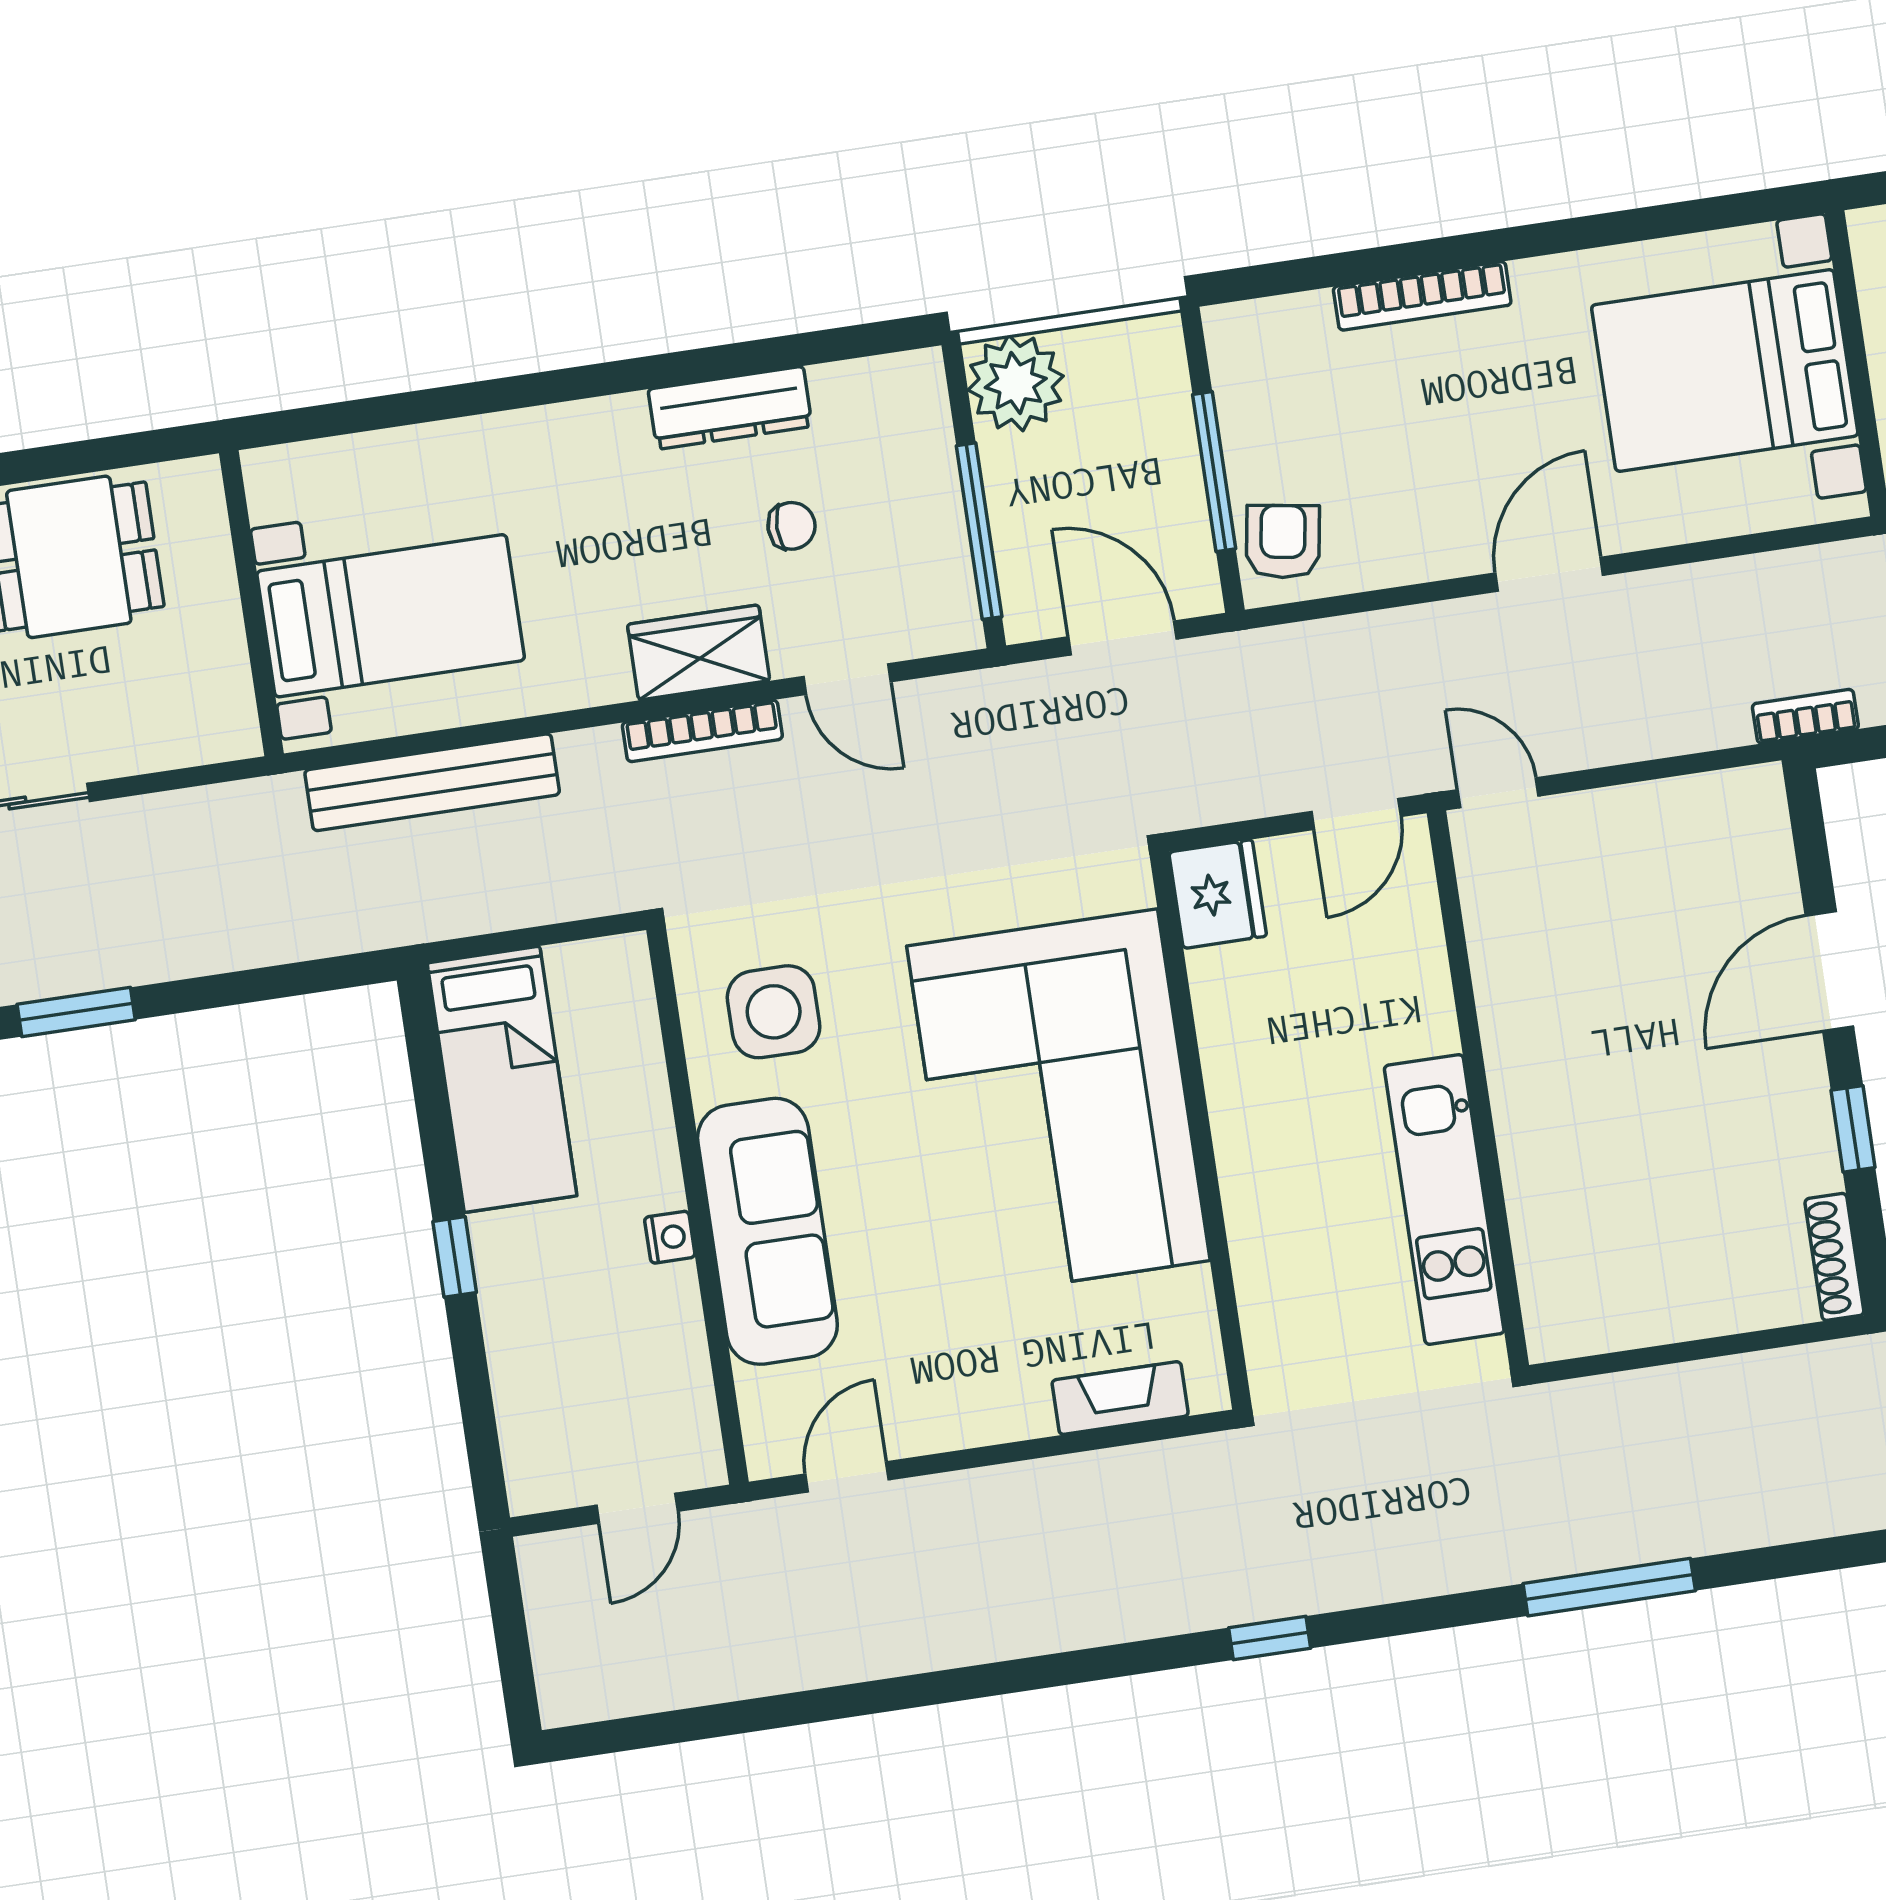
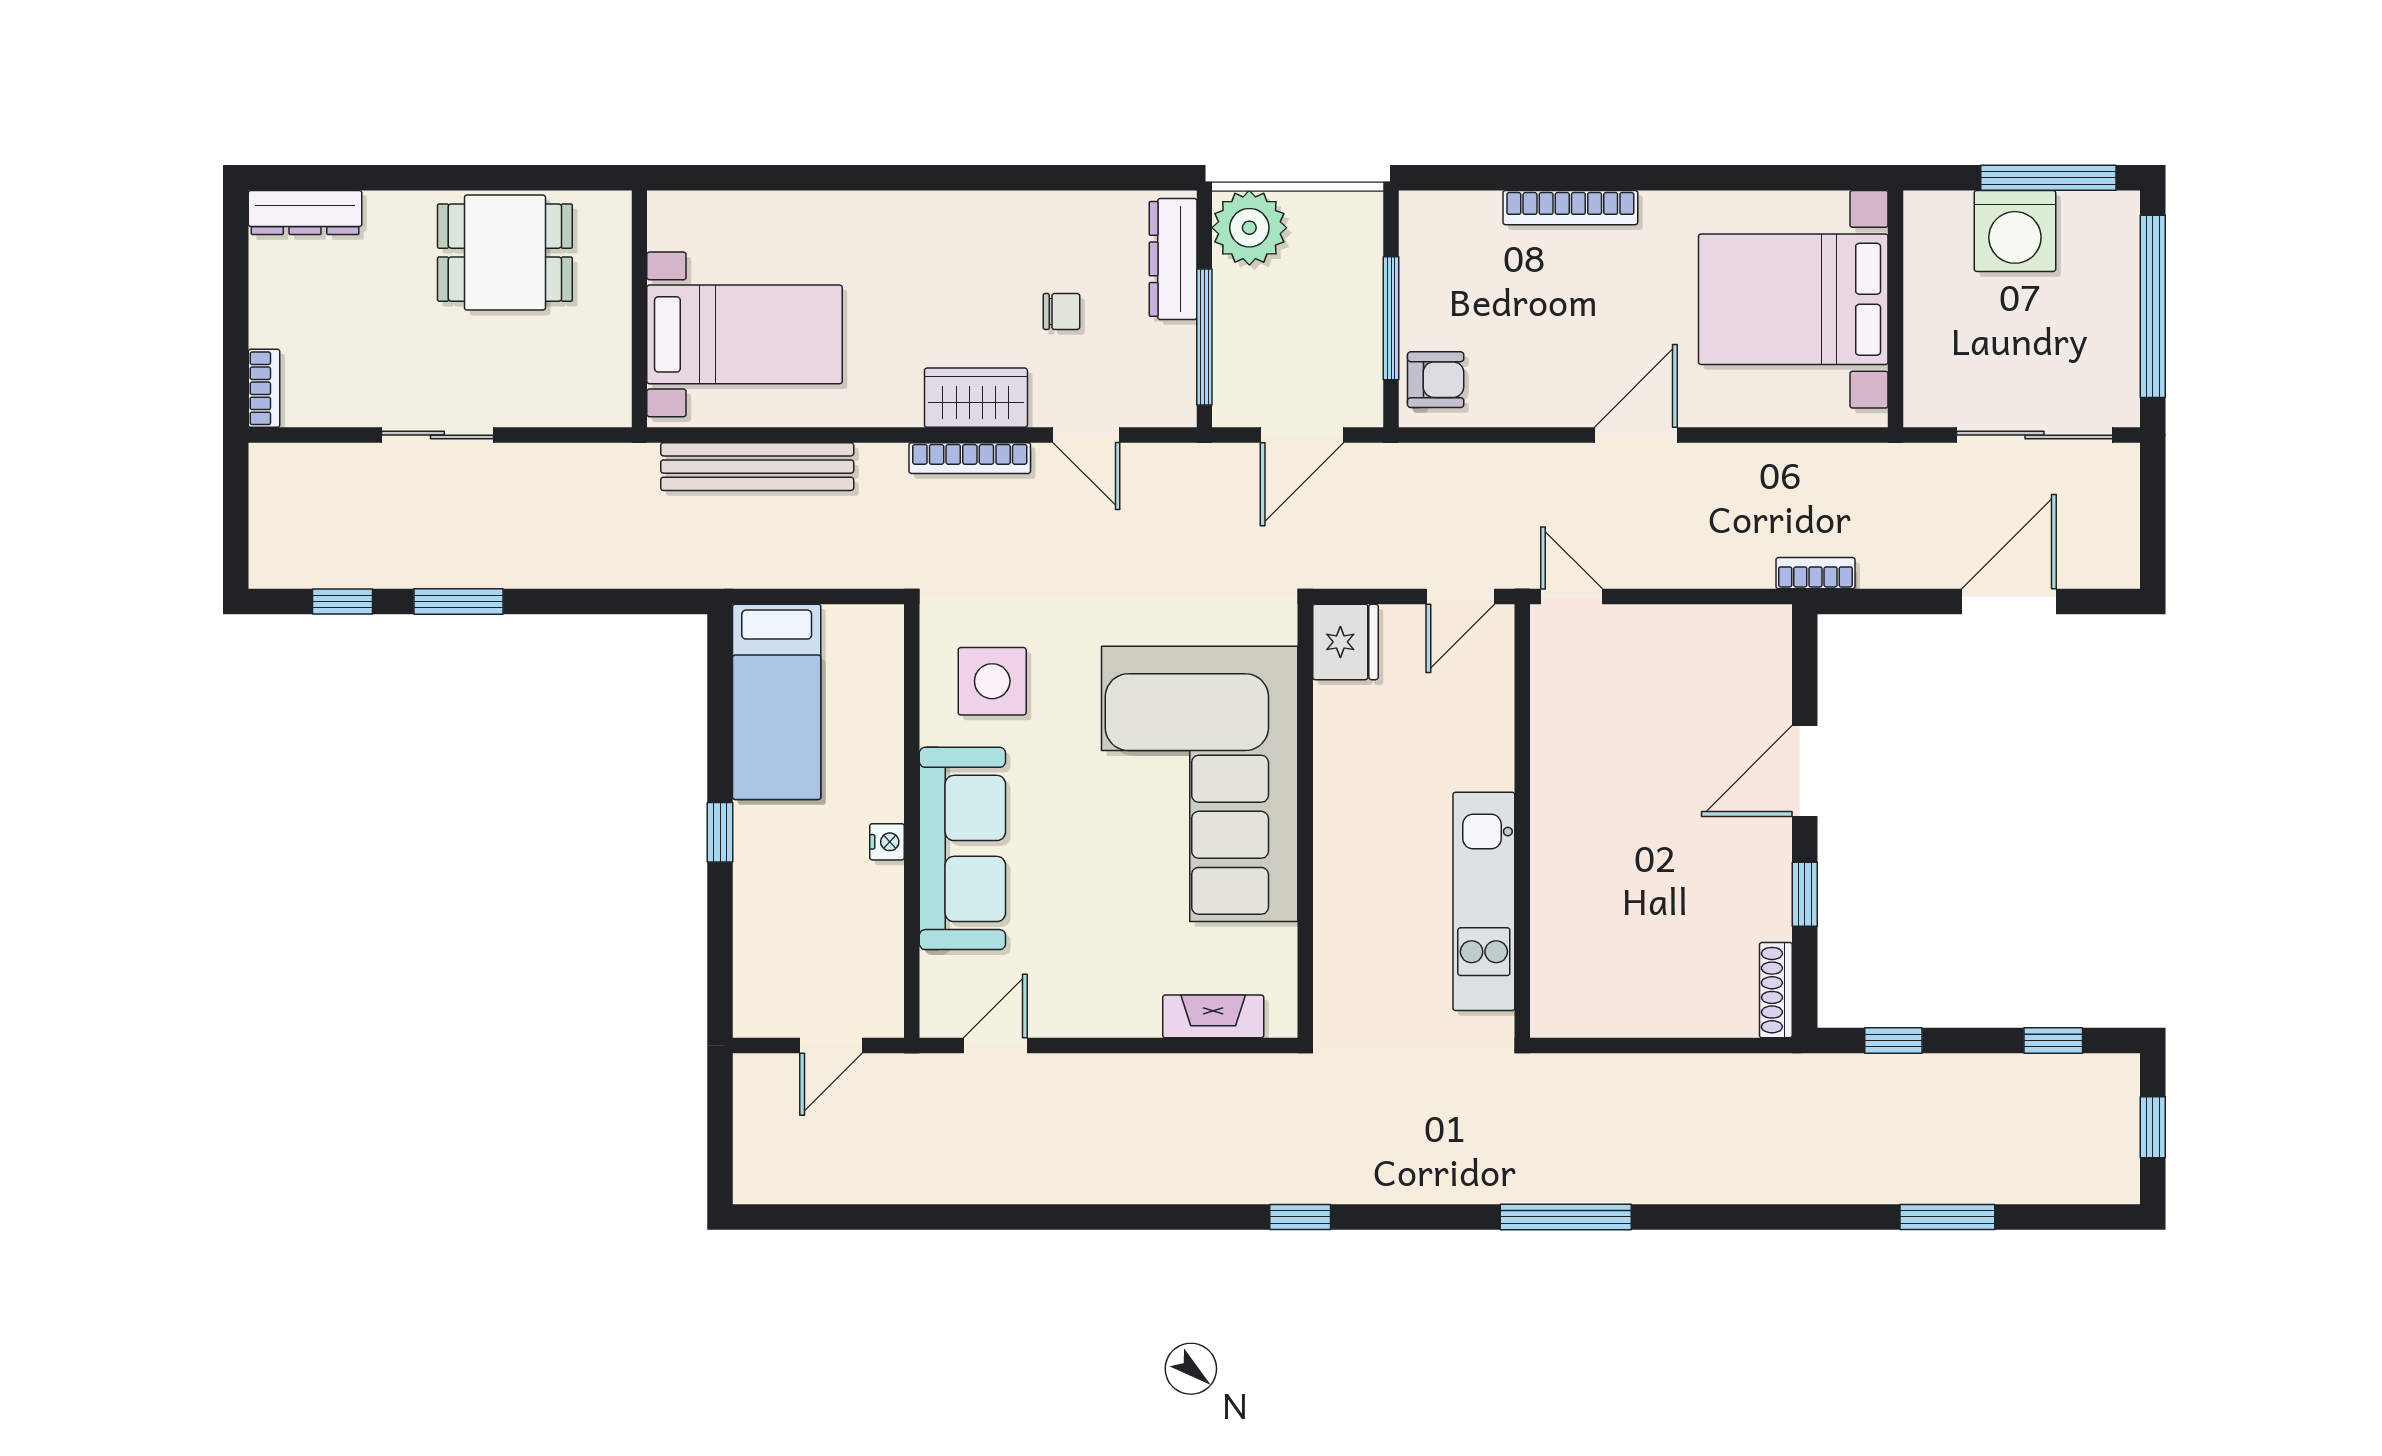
dresser: (730, 408) -> (1173, 259), moved, turned 90
armchair: (1283, 542) -> (1436, 380), turned 81
door: (1123, 638) -> (1302, 435), swing flipped

